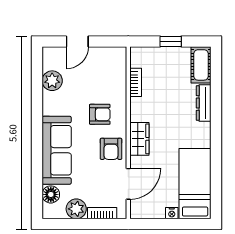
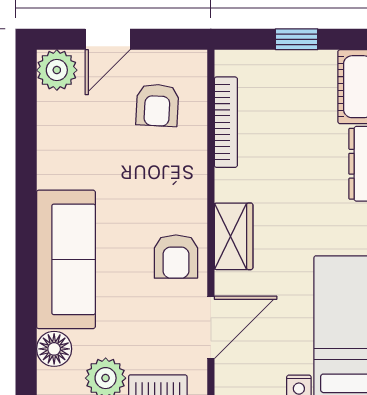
plant: (52, 81) -> (57, 70), moved
bookcase: (136, 82) -> (226, 122), width x1.56
armchair: (100, 114) -> (157, 105), moved, turned 93

